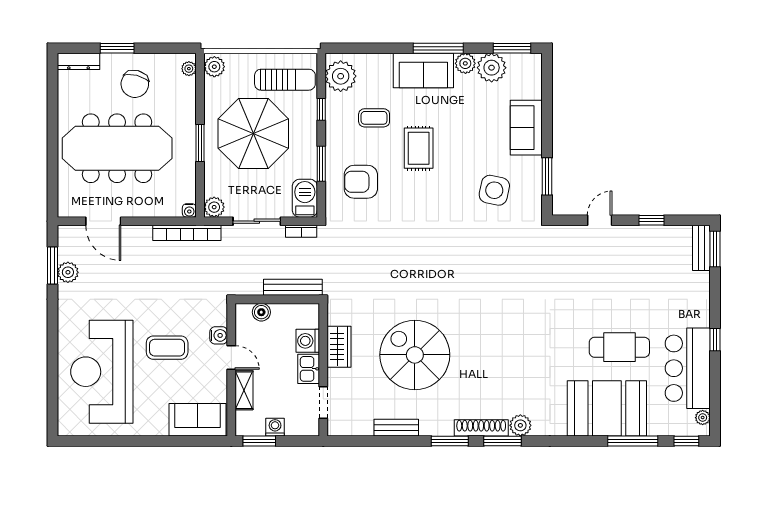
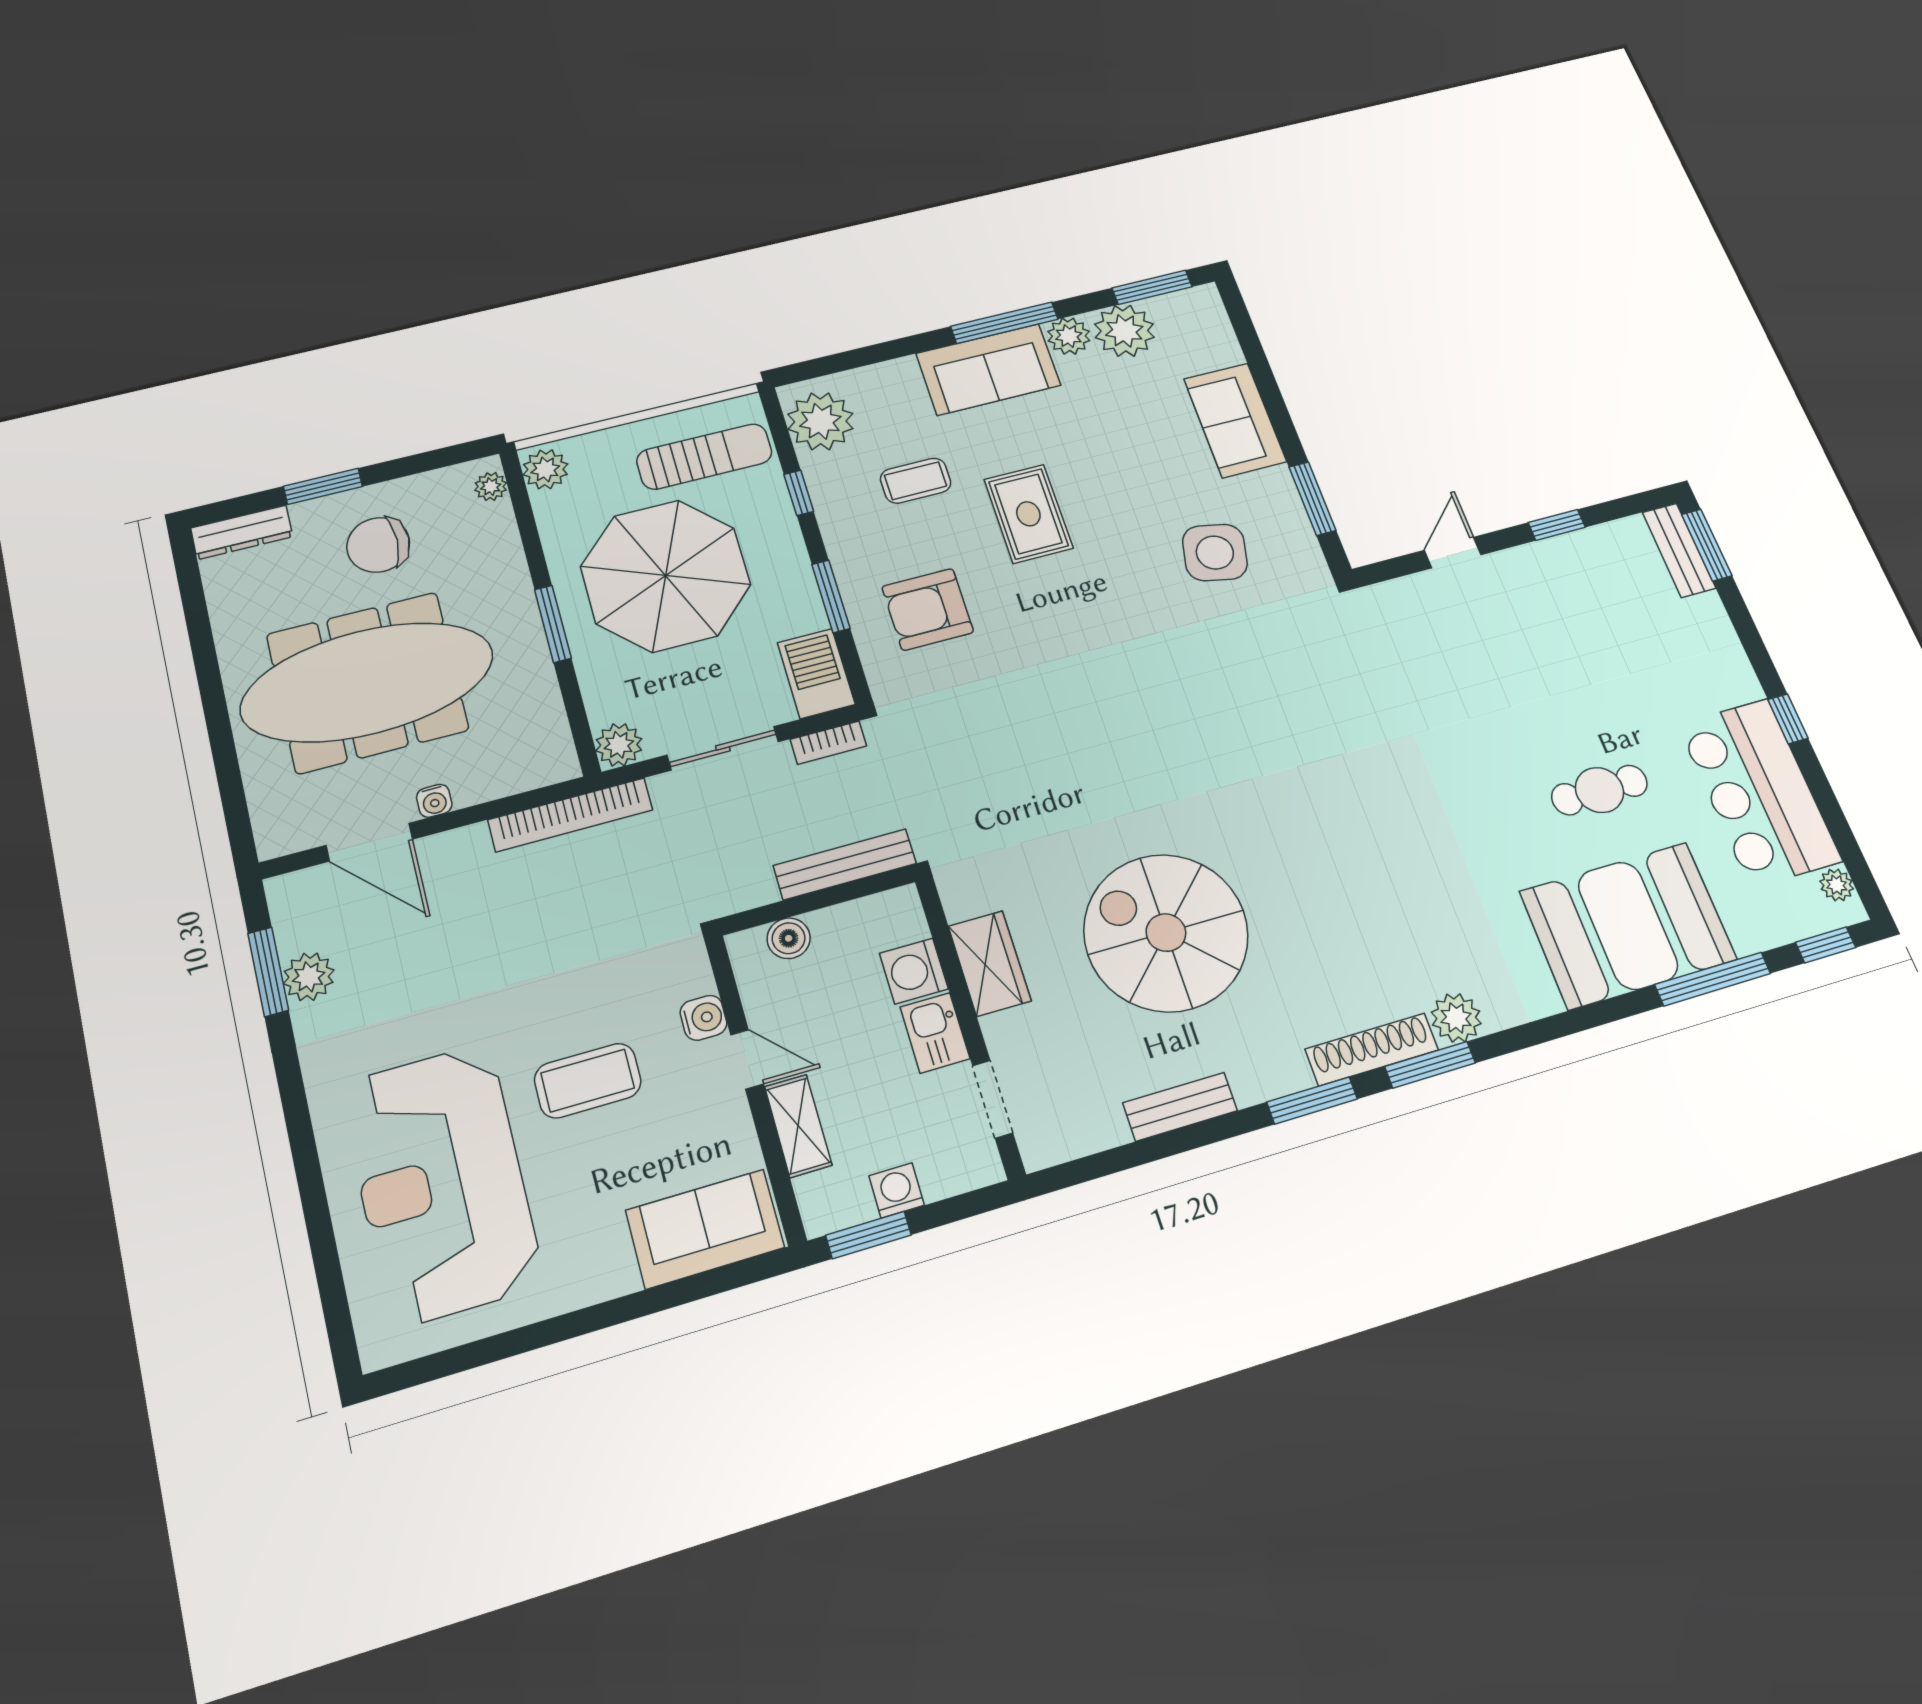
chair: (135, 84) -> (378, 545), turned 76
water cooler: (189, 210) -> (434, 801), moved
cafe table: (619, 347) -> (1599, 790), width x0.73, depth x0.74

